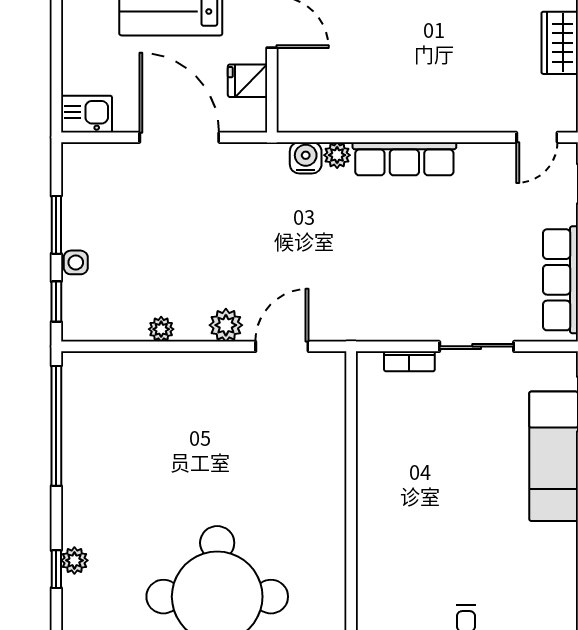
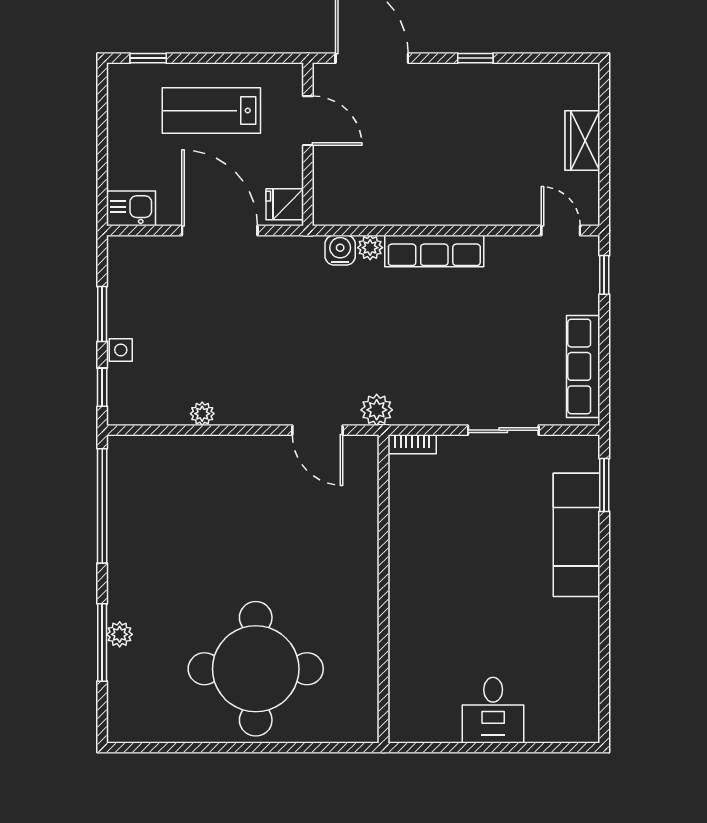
fridge: (248, 81) -> (285, 204), moved
door: (537, 137) -> (561, 231), swing flipped
plant: (226, 325) -> (377, 410), moved
door: (282, 346) -> (317, 430), swing flipped
bookcase: (409, 361) -> (412, 444), moved
window: (56, 569) -> (102, 643), width x2.17

